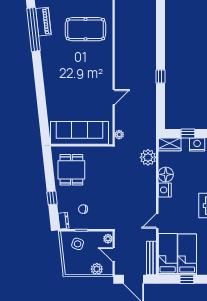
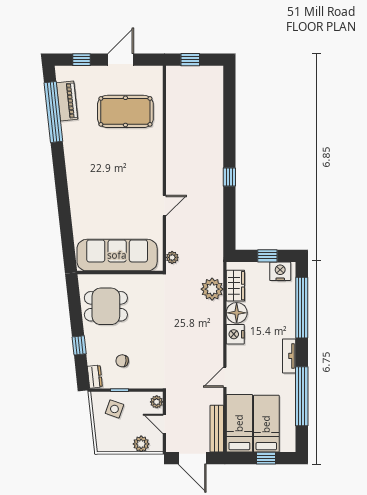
wardrobe: (170, 144) -> (235, 286), moved, turned -90
dining table: (71, 170) -> (106, 306), turned 90

